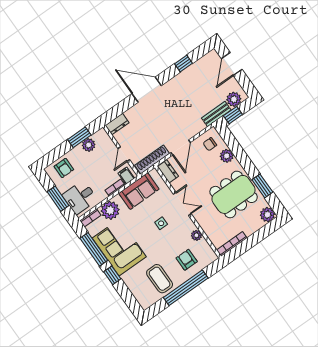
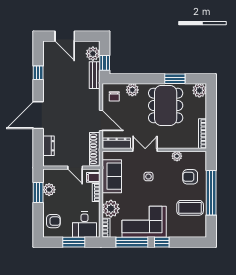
dresser: (117, 124) -> (49, 146), moved
dresser: (168, 171) -> (117, 143), width x1.44

